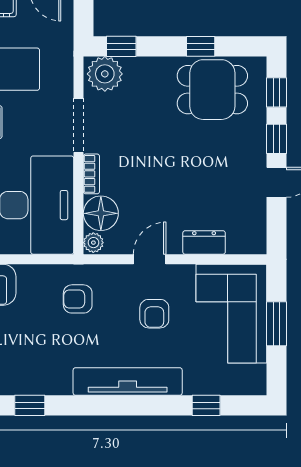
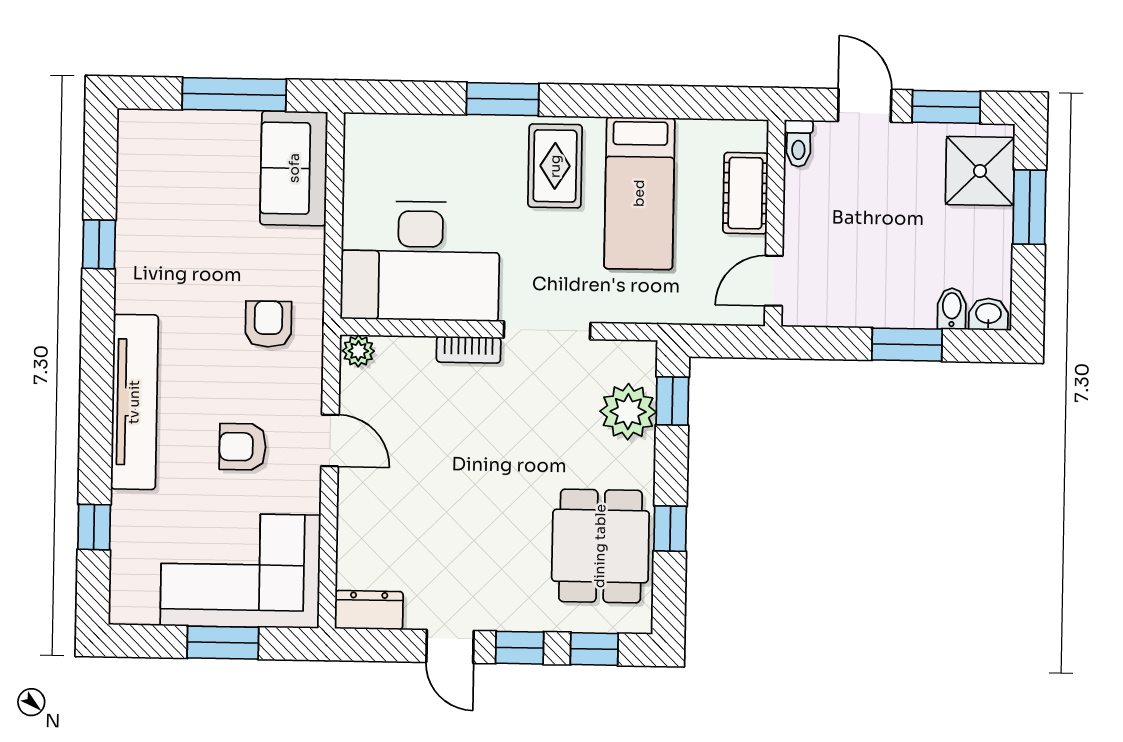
plant: (105, 74) -> (628, 412), moved
floor lamp: (101, 213) -> (405, 364), removed
dresser: (204, 242) -> (369, 610), moved, turned -90

